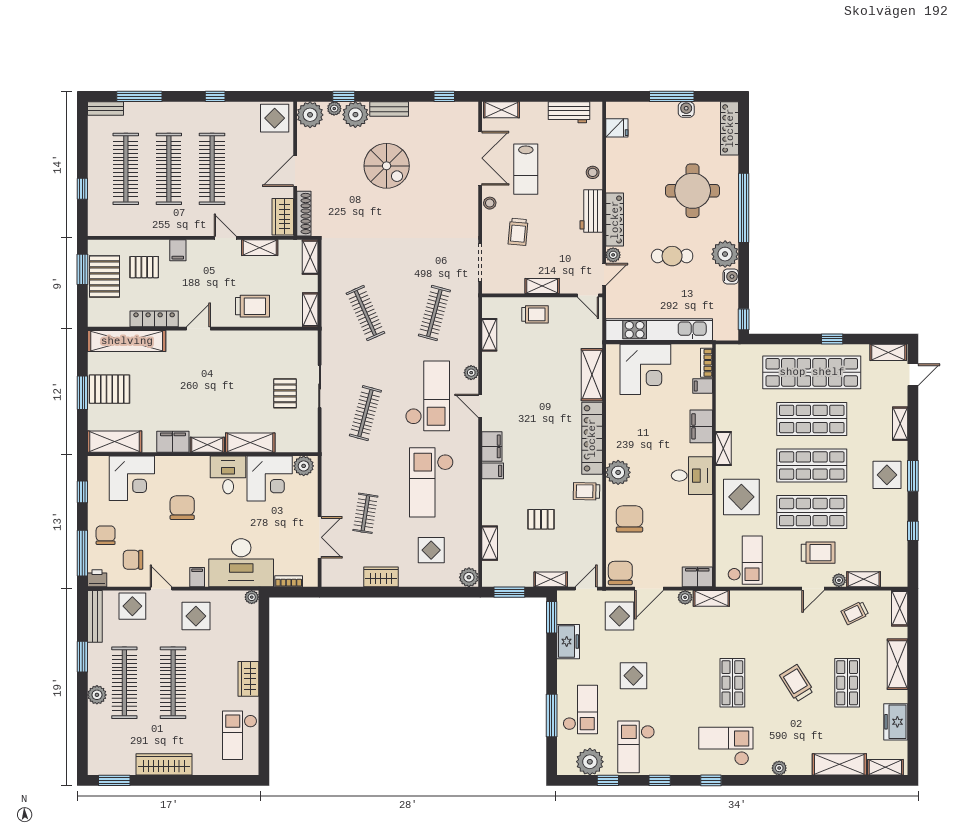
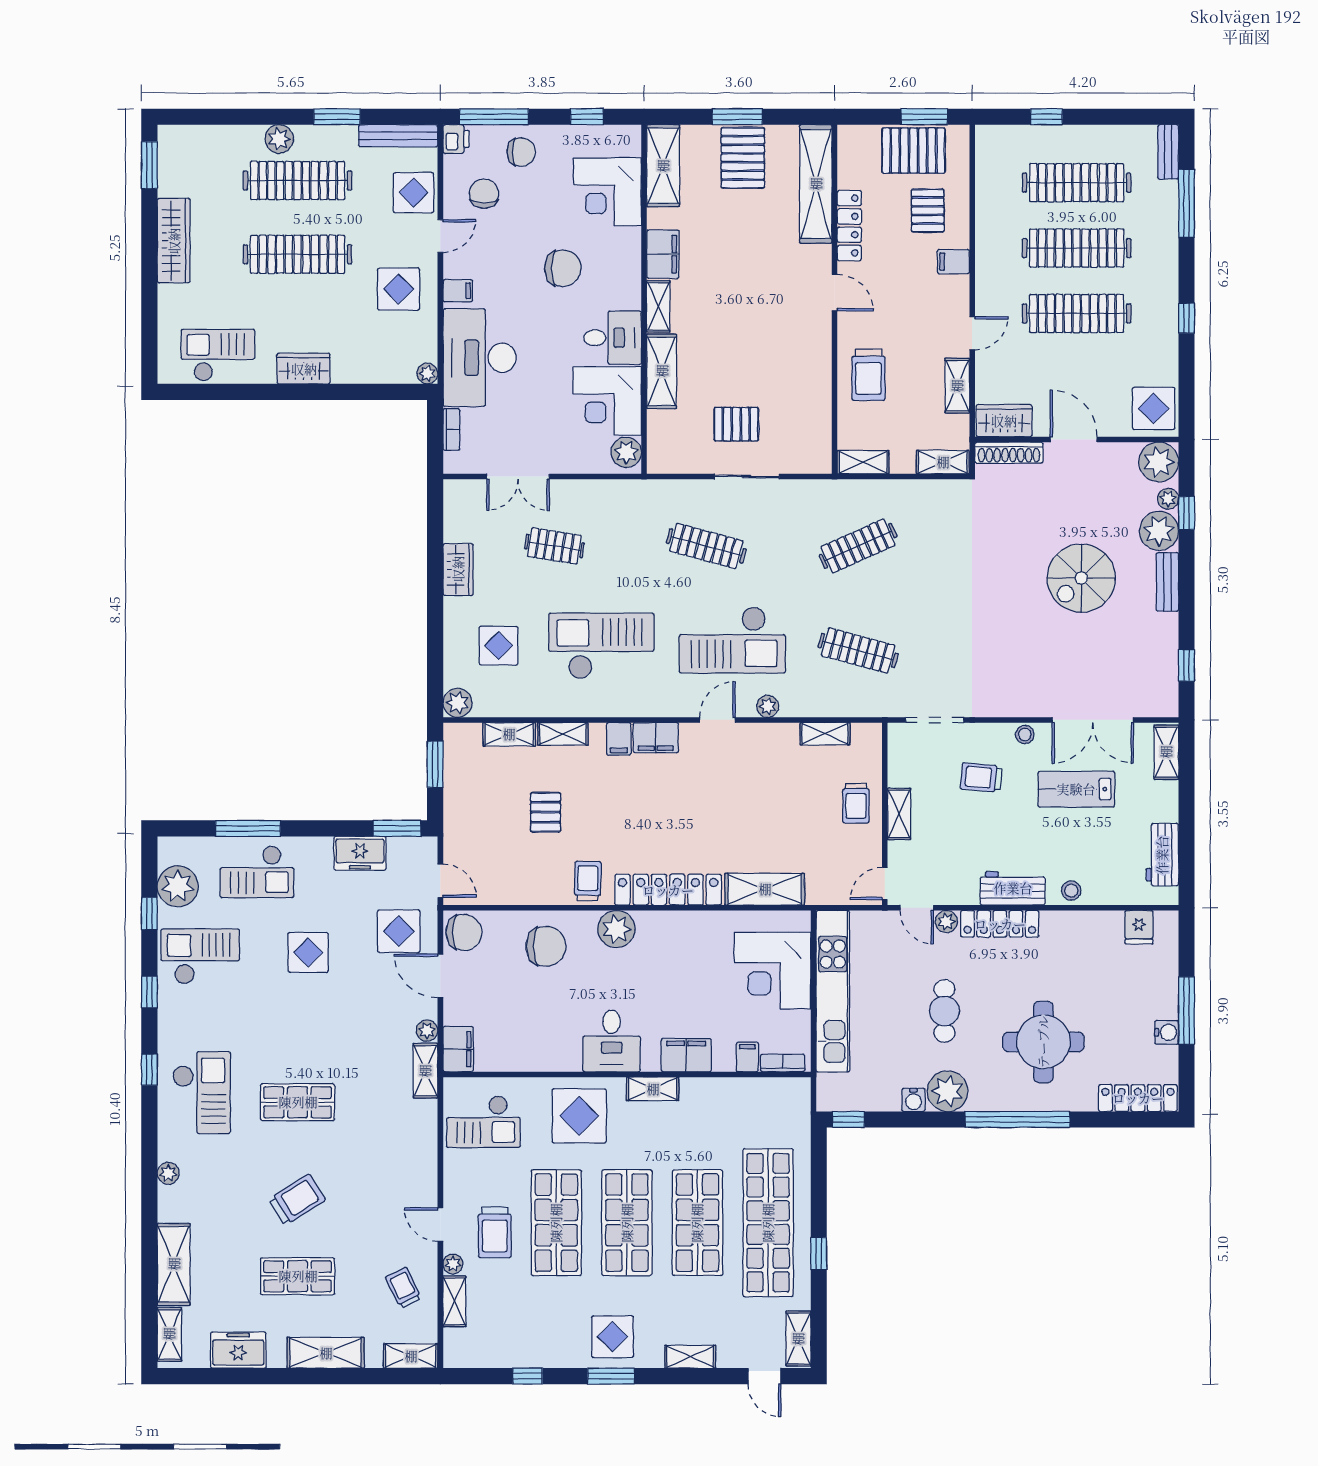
shelving: (551, 579) -> (563, 734), moved, turned 90

